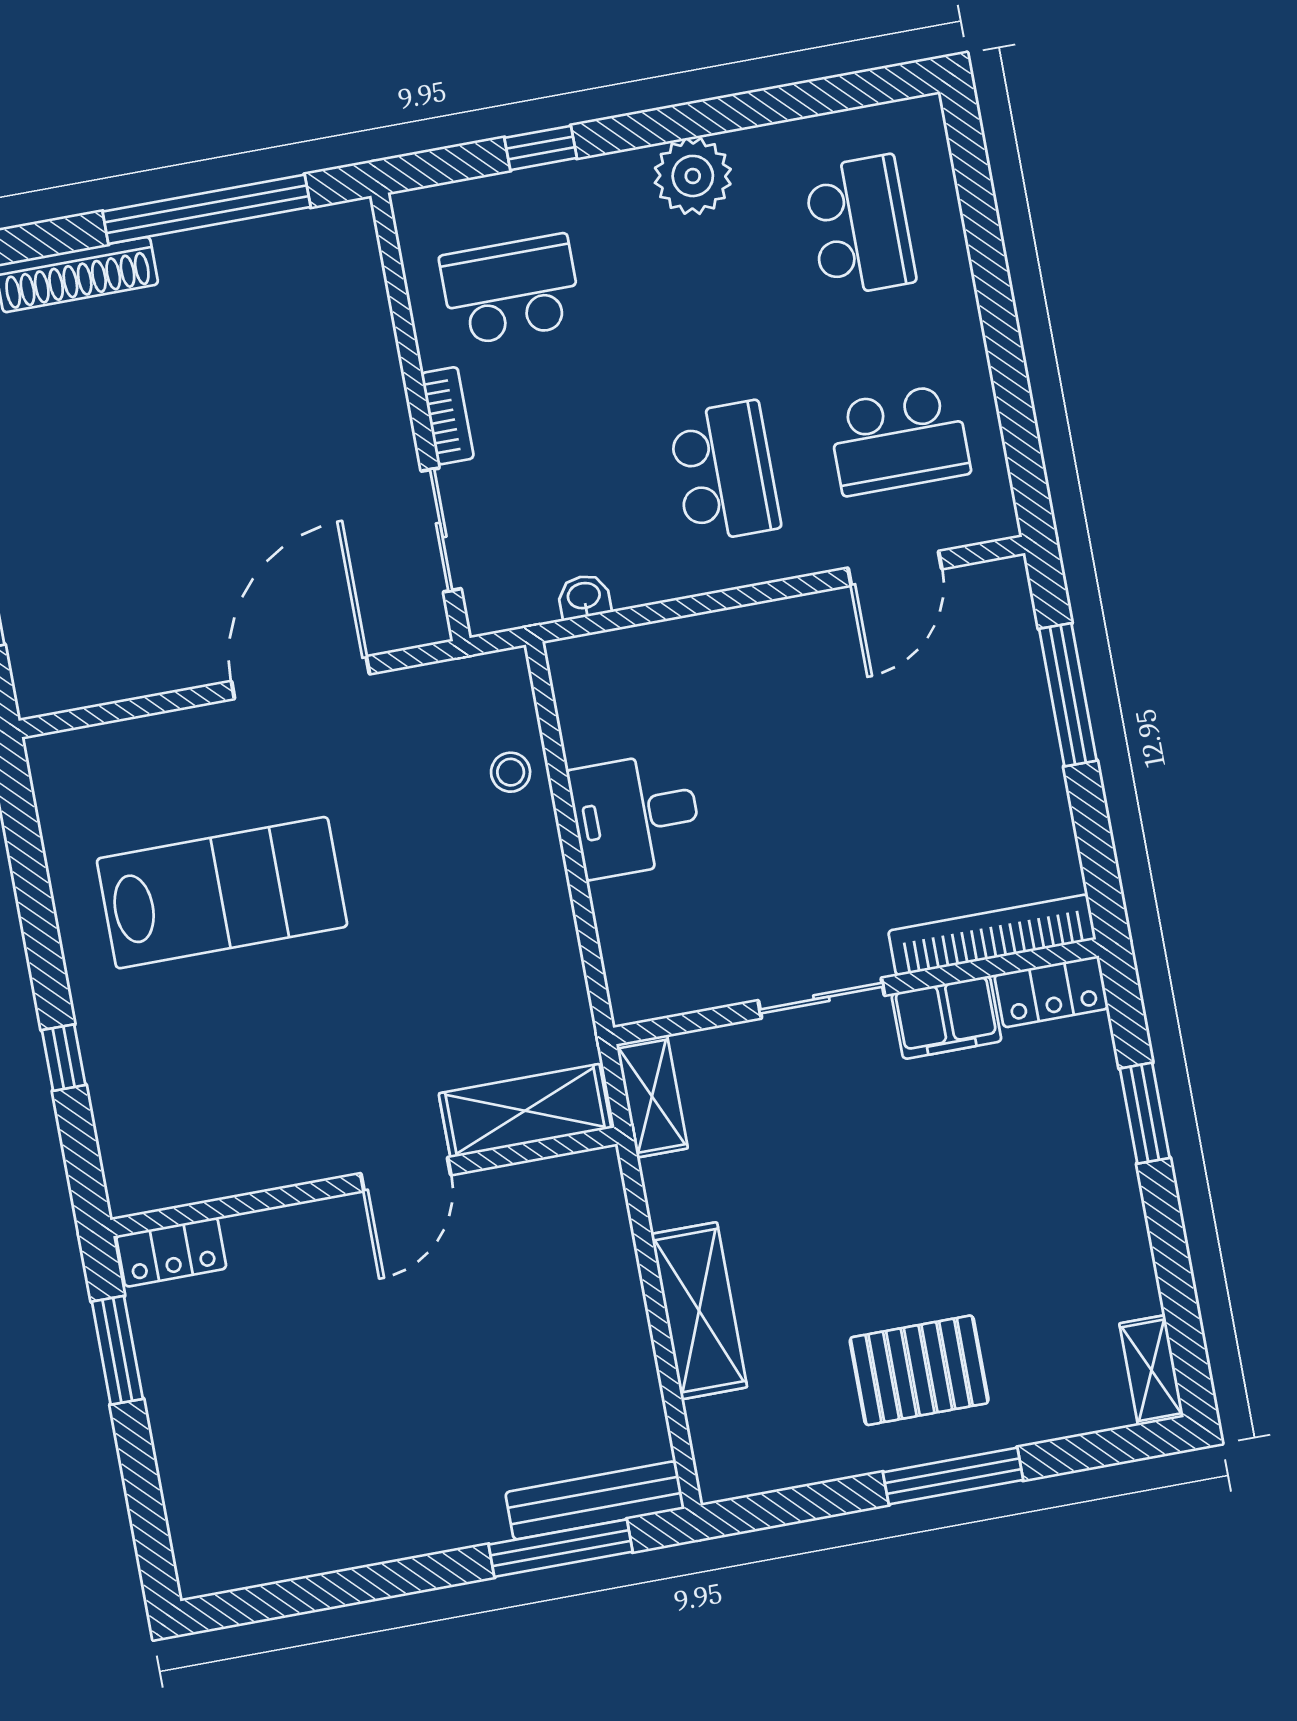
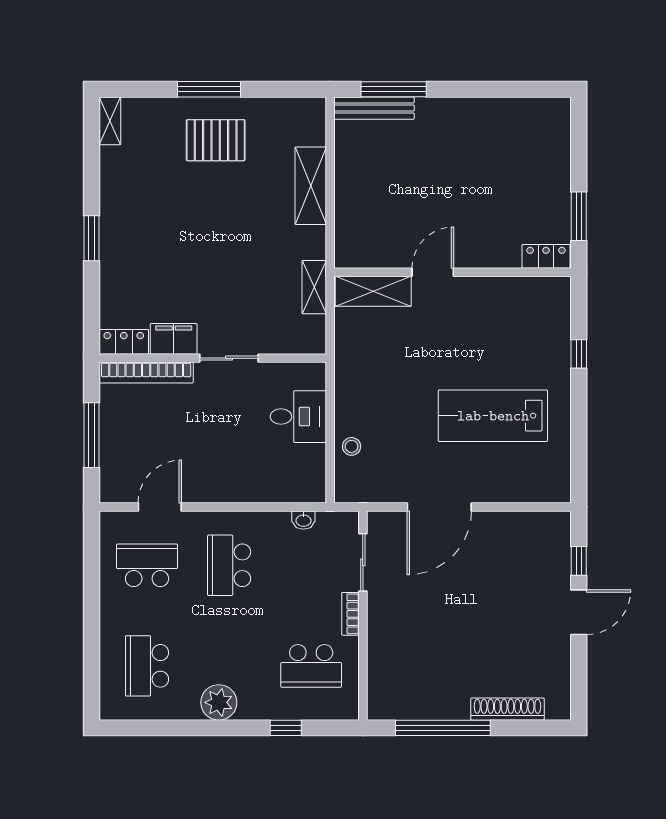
bookcase: (992, 935) -> (146, 373), moved
wall: (856, 992) -> (213, 358), moved
locker: (1051, 992) -> (124, 342), moved
sliding door: (821, 998) -> (229, 358), moved
filing cabinet: (946, 1017) -> (174, 339), moved

